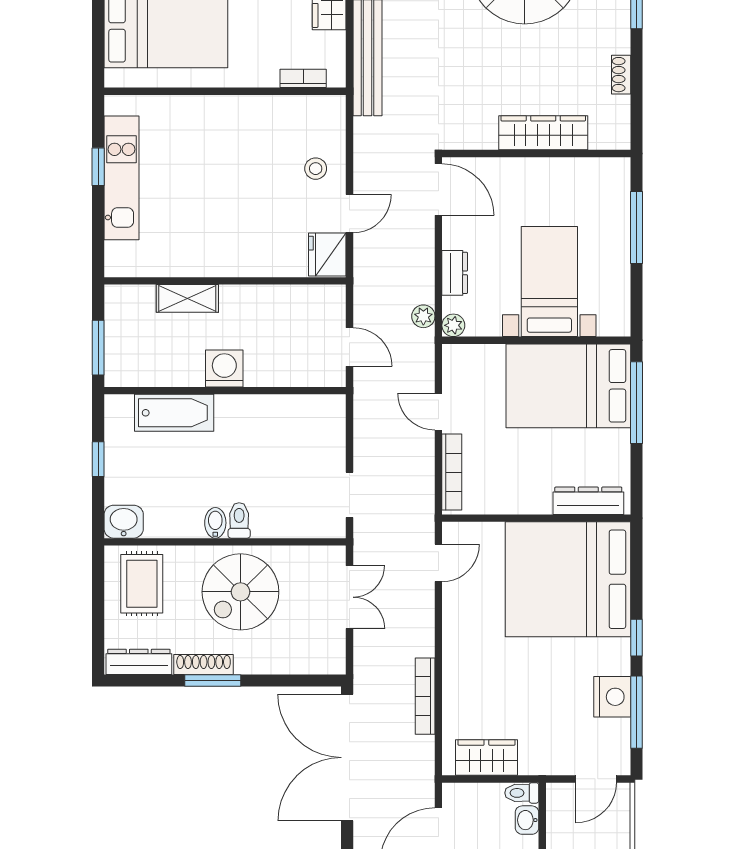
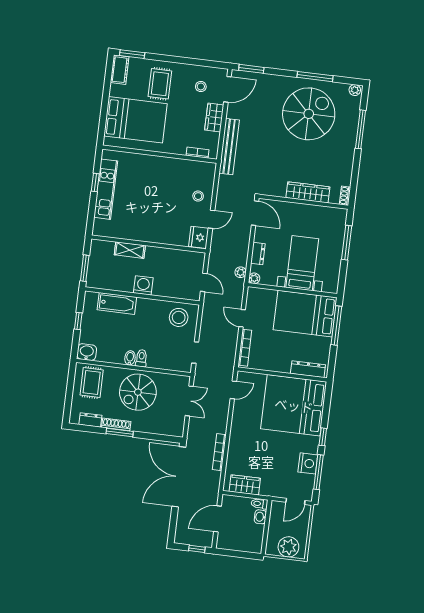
shoe rack: (621, 75) -> (345, 196), moved
stool: (306, 426) -> (179, 317), added
dresser: (139, 662) -> (90, 420), width x0.70

